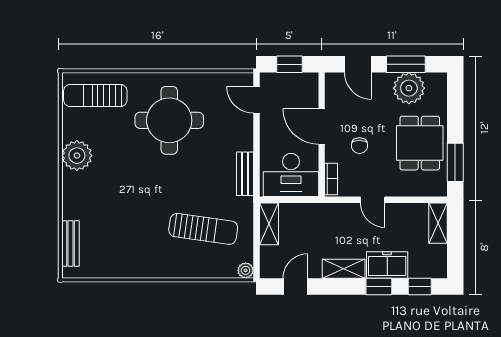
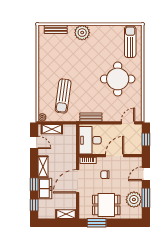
plant: (77, 156) -> (82, 33), moved
door: (373, 200) -> (78, 181), width x1.88
shelving: (269, 224) -> (52, 129), moved

